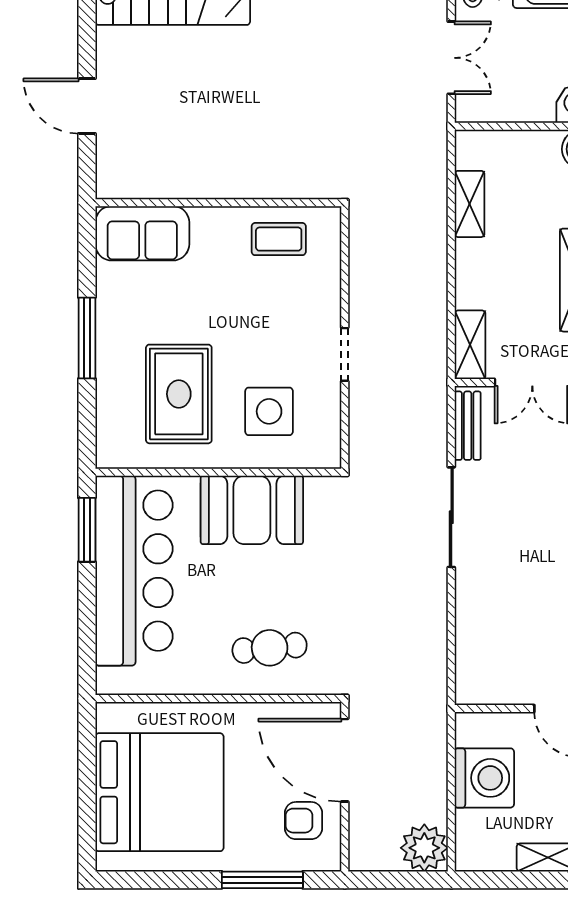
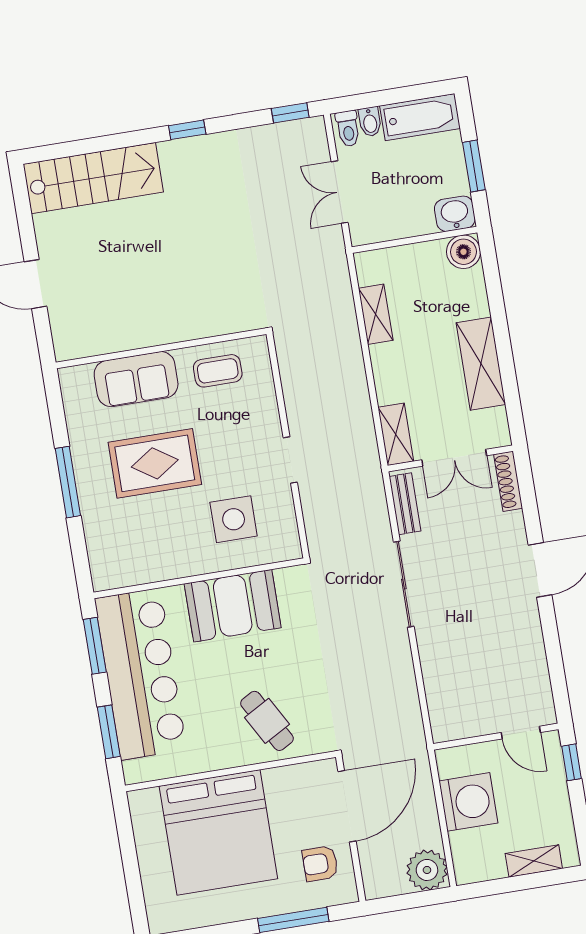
double door: (451, 58) -> (340, 192), swing flipped
sofa: (142, 233) -> (136, 379), moved
rug: (179, 394) -> (155, 463), moved, turned 90
window: (87, 631) -> (109, 732), added
cafe table: (270, 648) -> (267, 721), turned 67
door: (345, 760) -> (347, 806), swing flipped
bed: (159, 792) -> (218, 832), moved, turned 90

